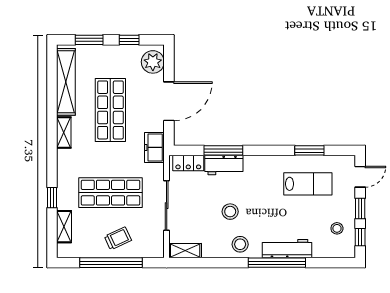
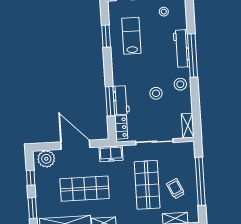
trolley: (118, 238) -> (176, 189), moved

